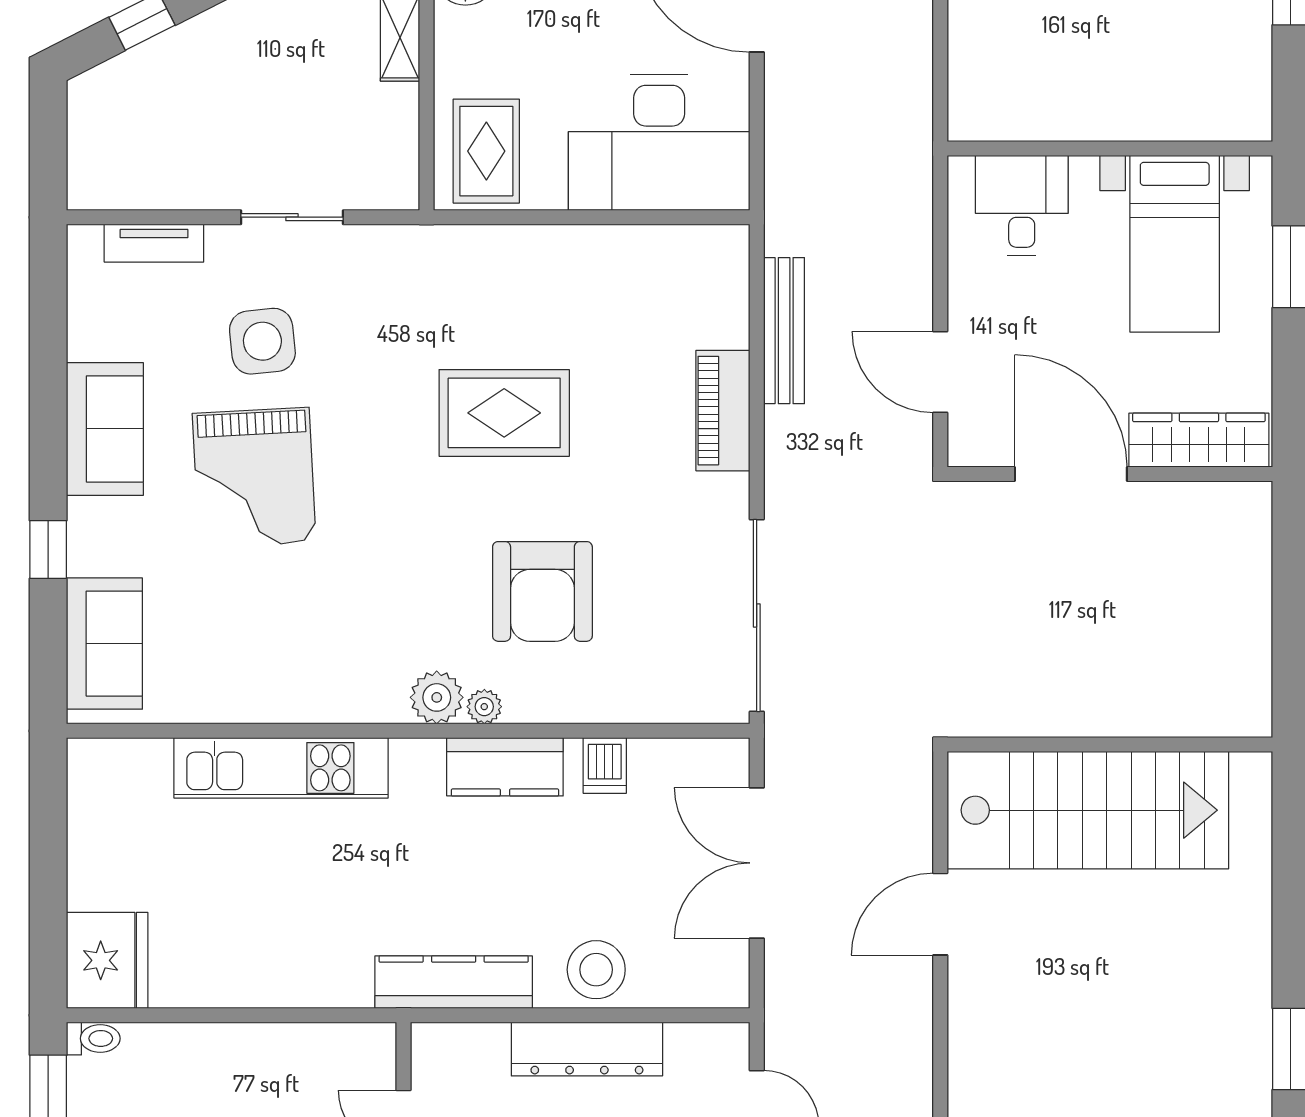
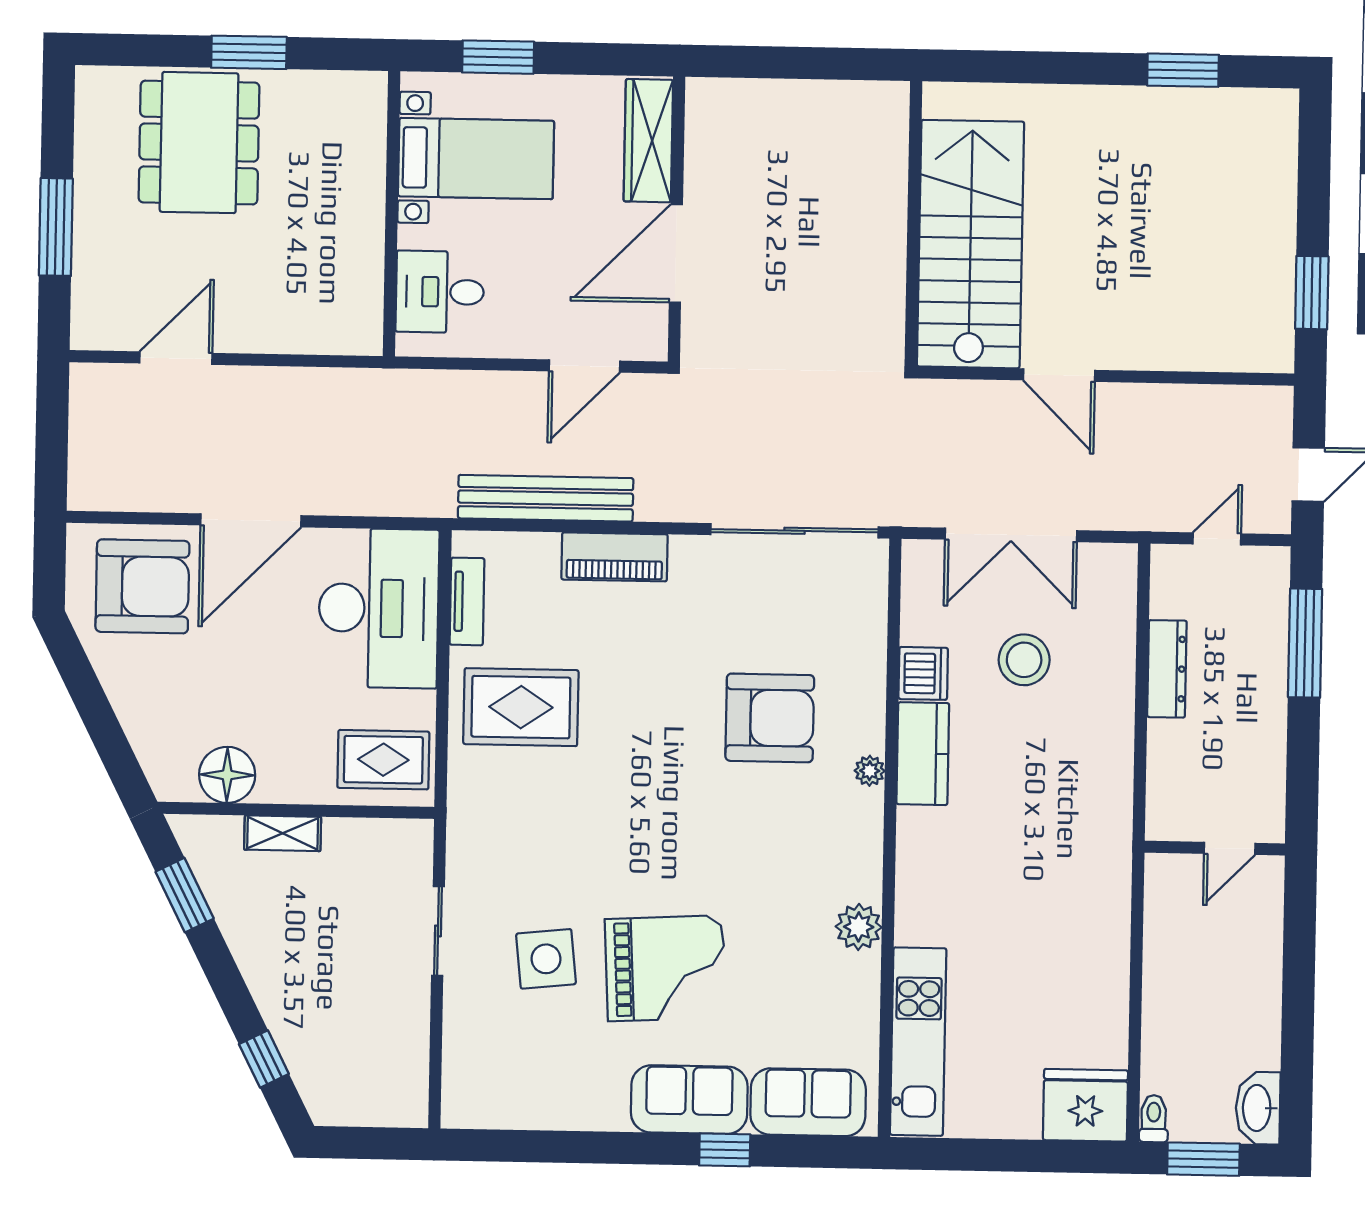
tv unit: (154, 243) -> (467, 601), moved
bench: (784, 331) -> (546, 498), width x1.37, depth x1.21
rug: (504, 413) -> (521, 707), moved, turned 90
sofa: (105, 429) -> (689, 1100), moved
plant: (437, 697) -> (859, 927), moved
dishwasher: (605, 766) -> (923, 673), width x1.38
kitchen unit: (281, 768) -> (918, 1042), moved
stool: (596, 970) -> (1024, 660), moved
kitchen counter: (454, 982) -> (1110, 802), removed
dresser: (587, 1049) -> (1167, 669), width x0.73, depth x0.80

